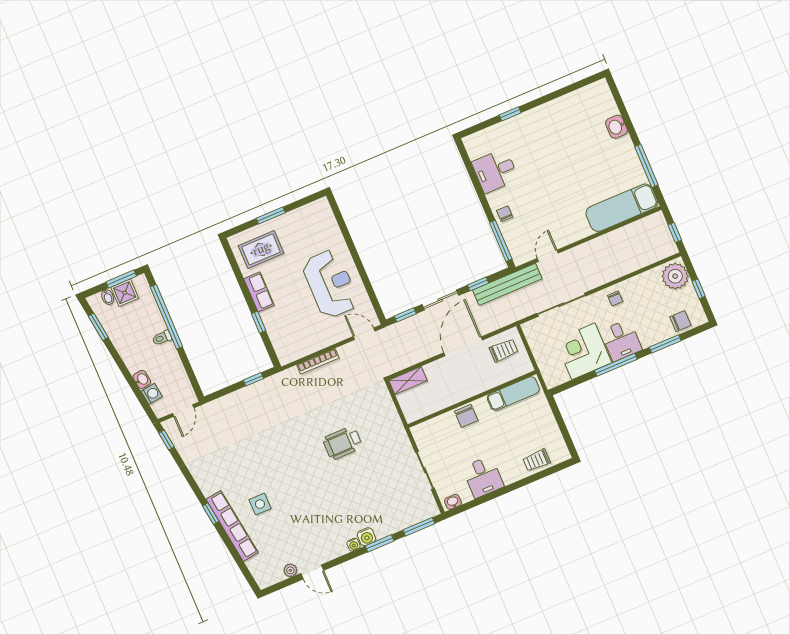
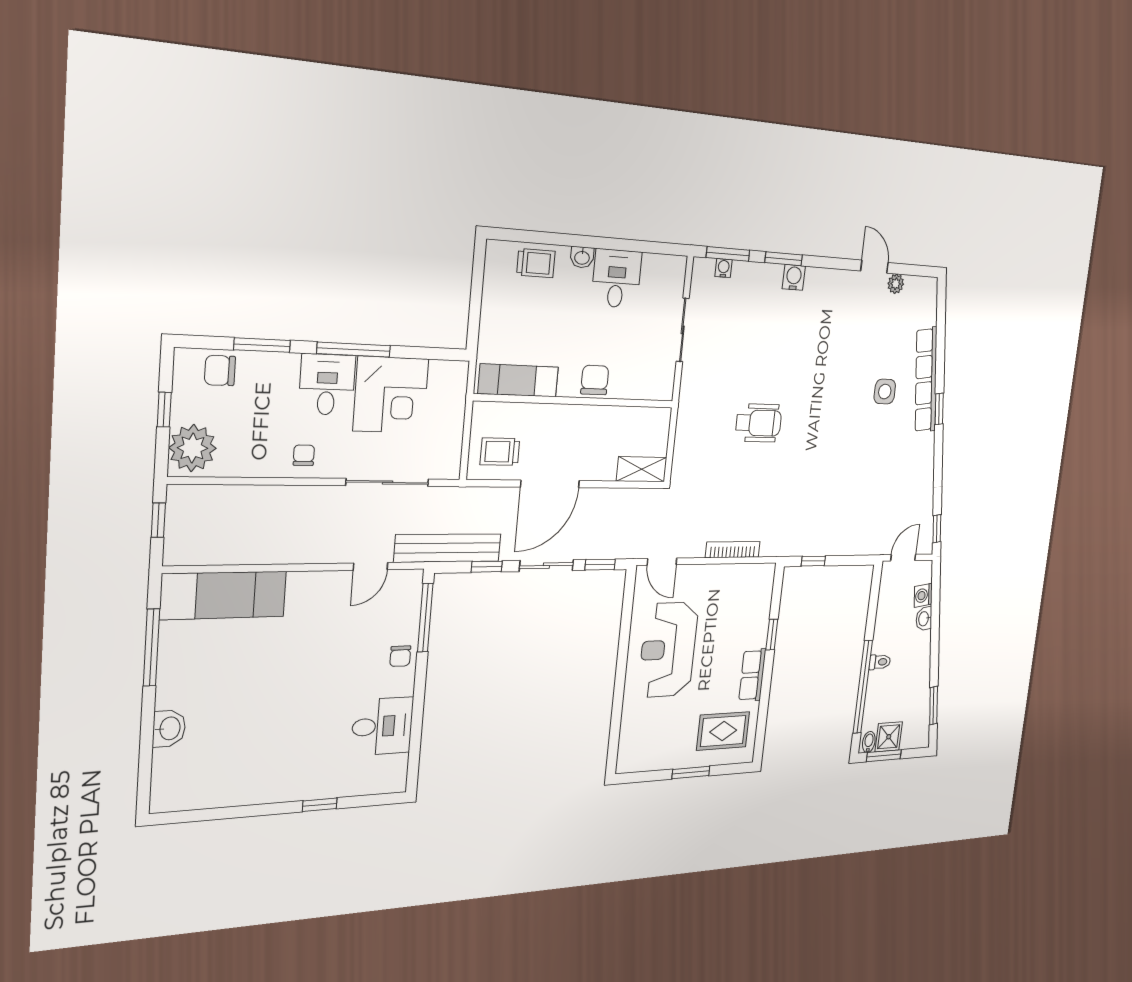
bidet: (108, 297) -> (869, 742), moved
washbasin: (453, 502) -> (582, 257), moved
water cooler: (353, 545) -> (724, 268), moved

